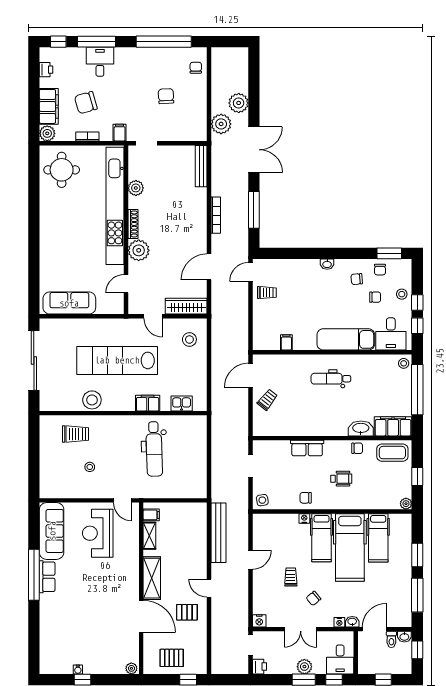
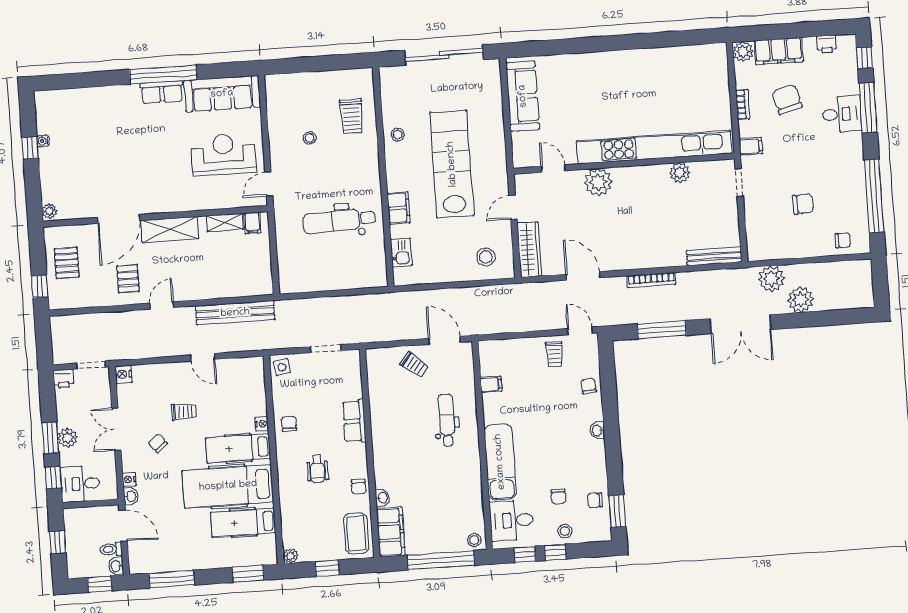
round table: (62, 170) -> (697, 74), removed
shoe rack: (133, 224) -> (632, 172), removed
chair: (357, 279) -> (589, 386), moved
dental chair: (331, 379) -> (447, 420), moved
stool: (92, 400) -> (398, 135), width x0.53, depth x0.53
washbasin: (361, 428) -> (382, 498), width x0.52, depth x0.69
window: (417, 555) -> (248, 574), moved

